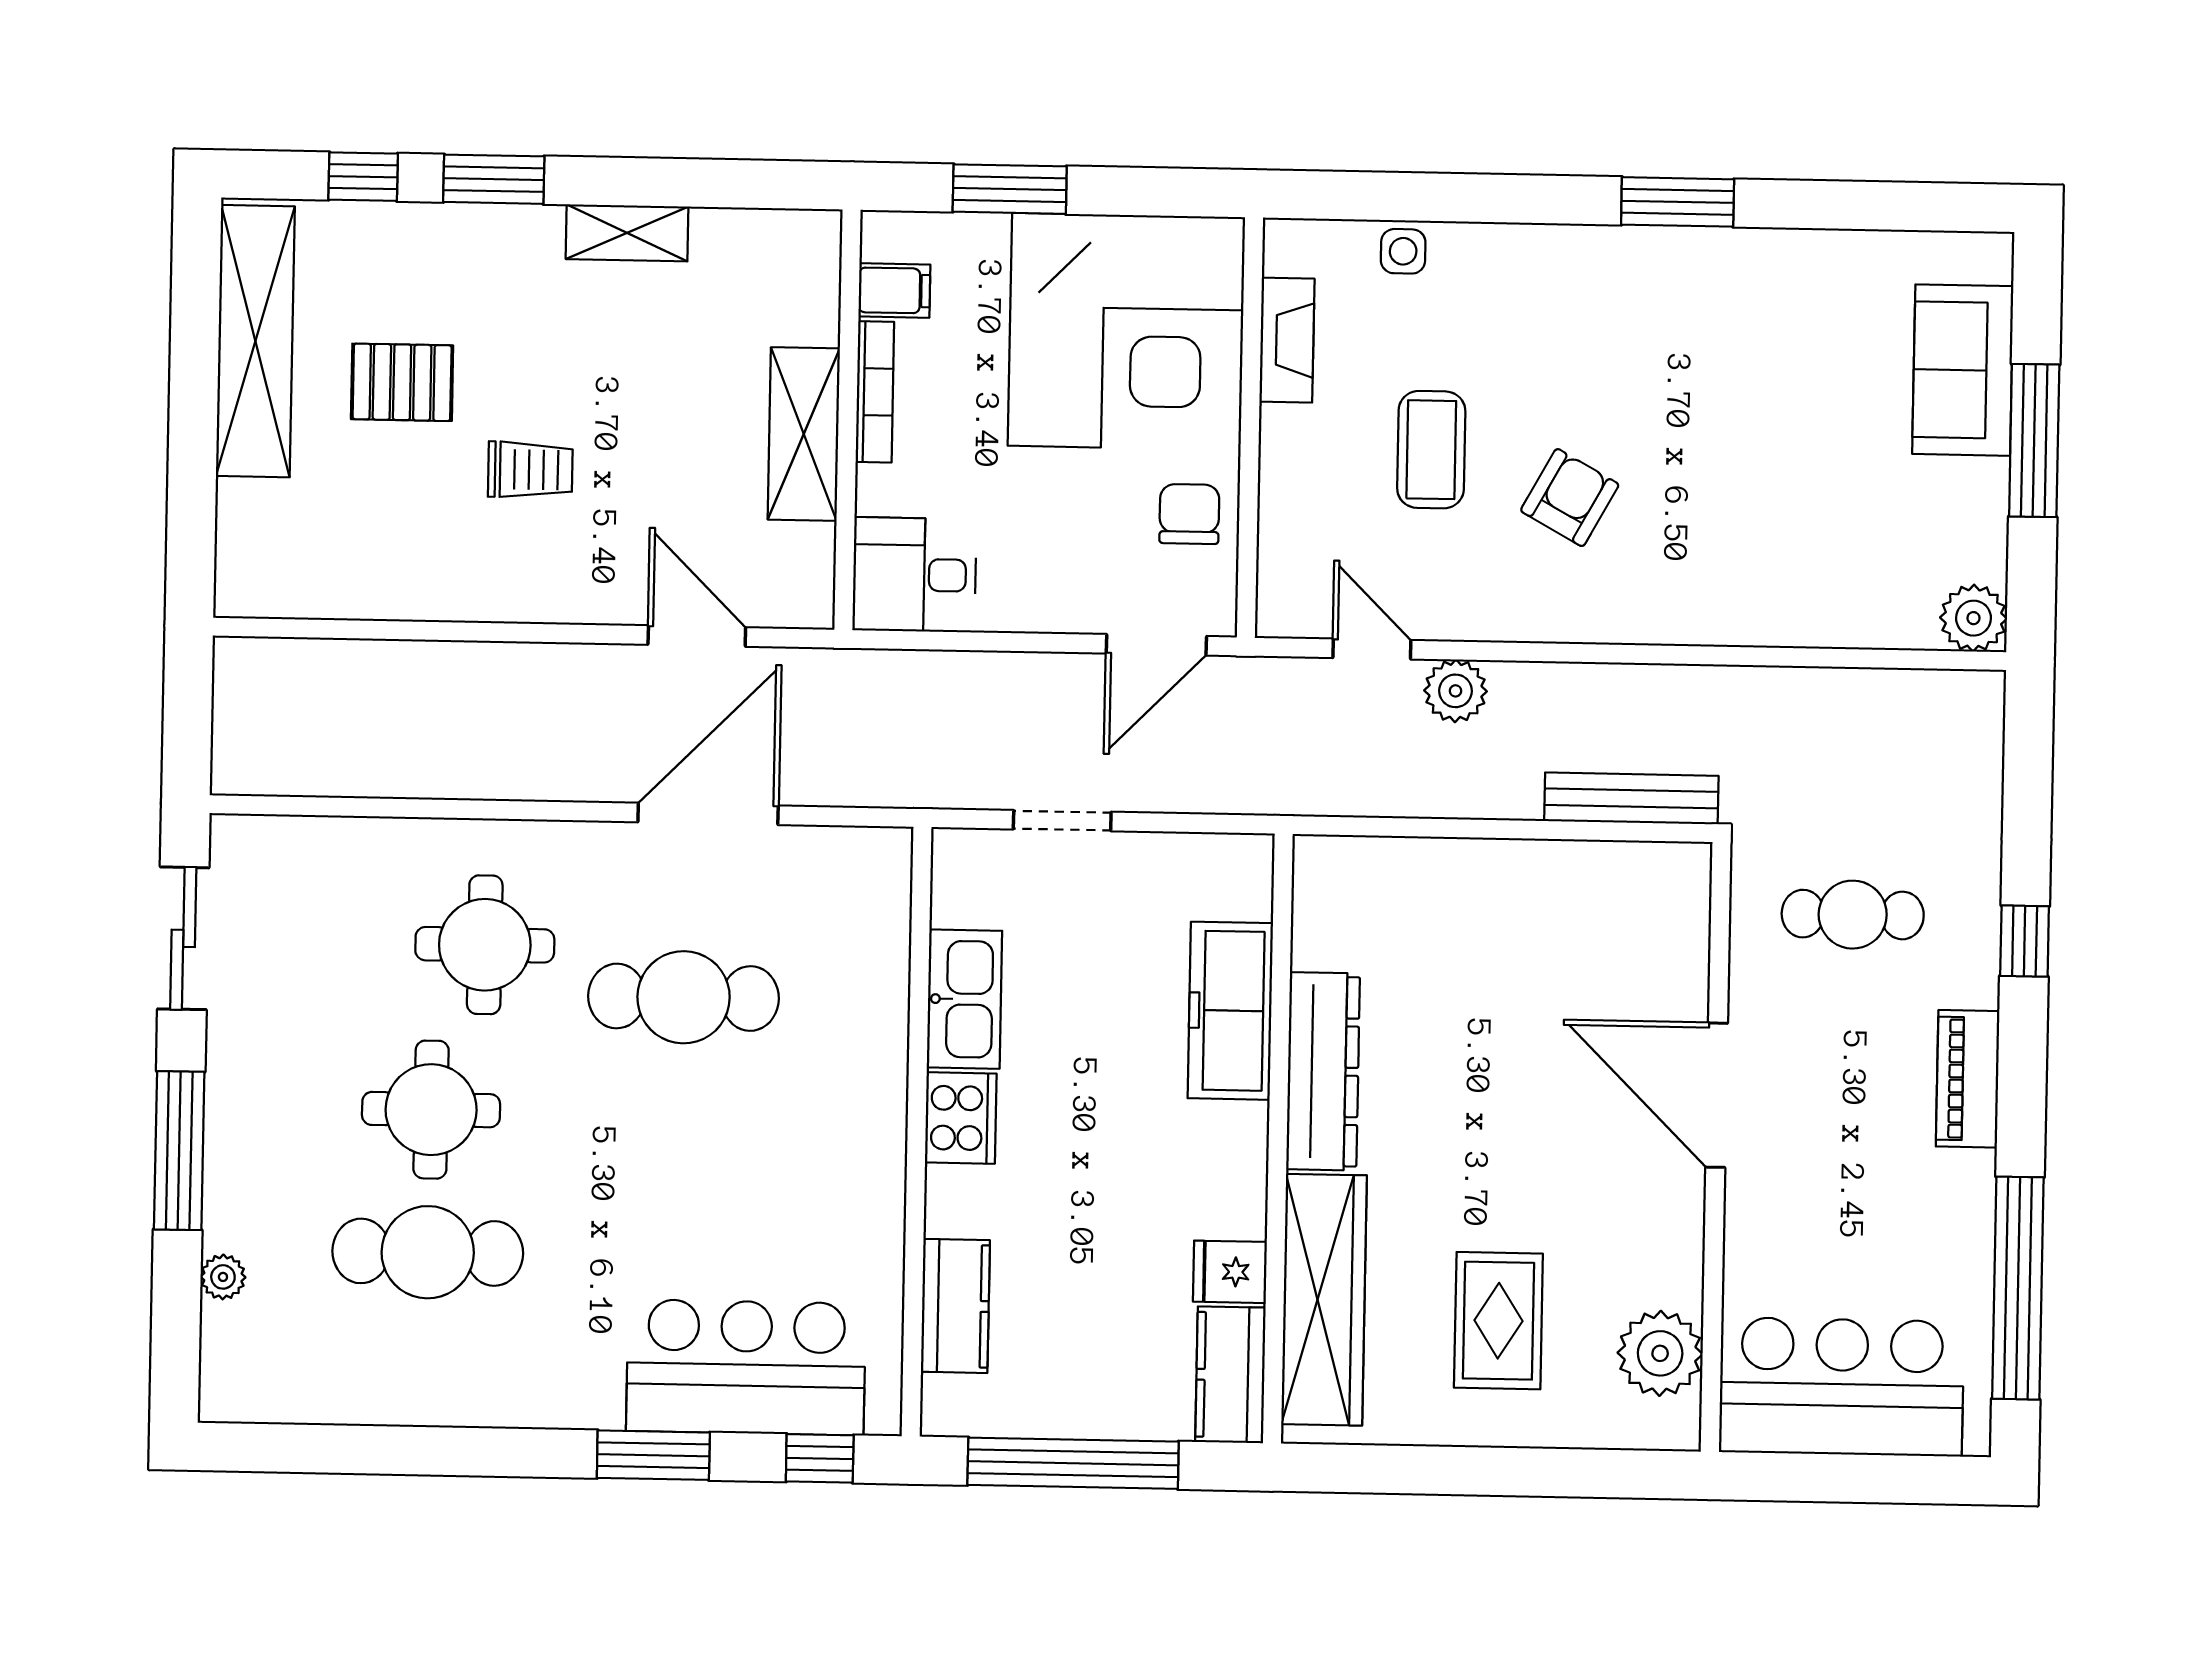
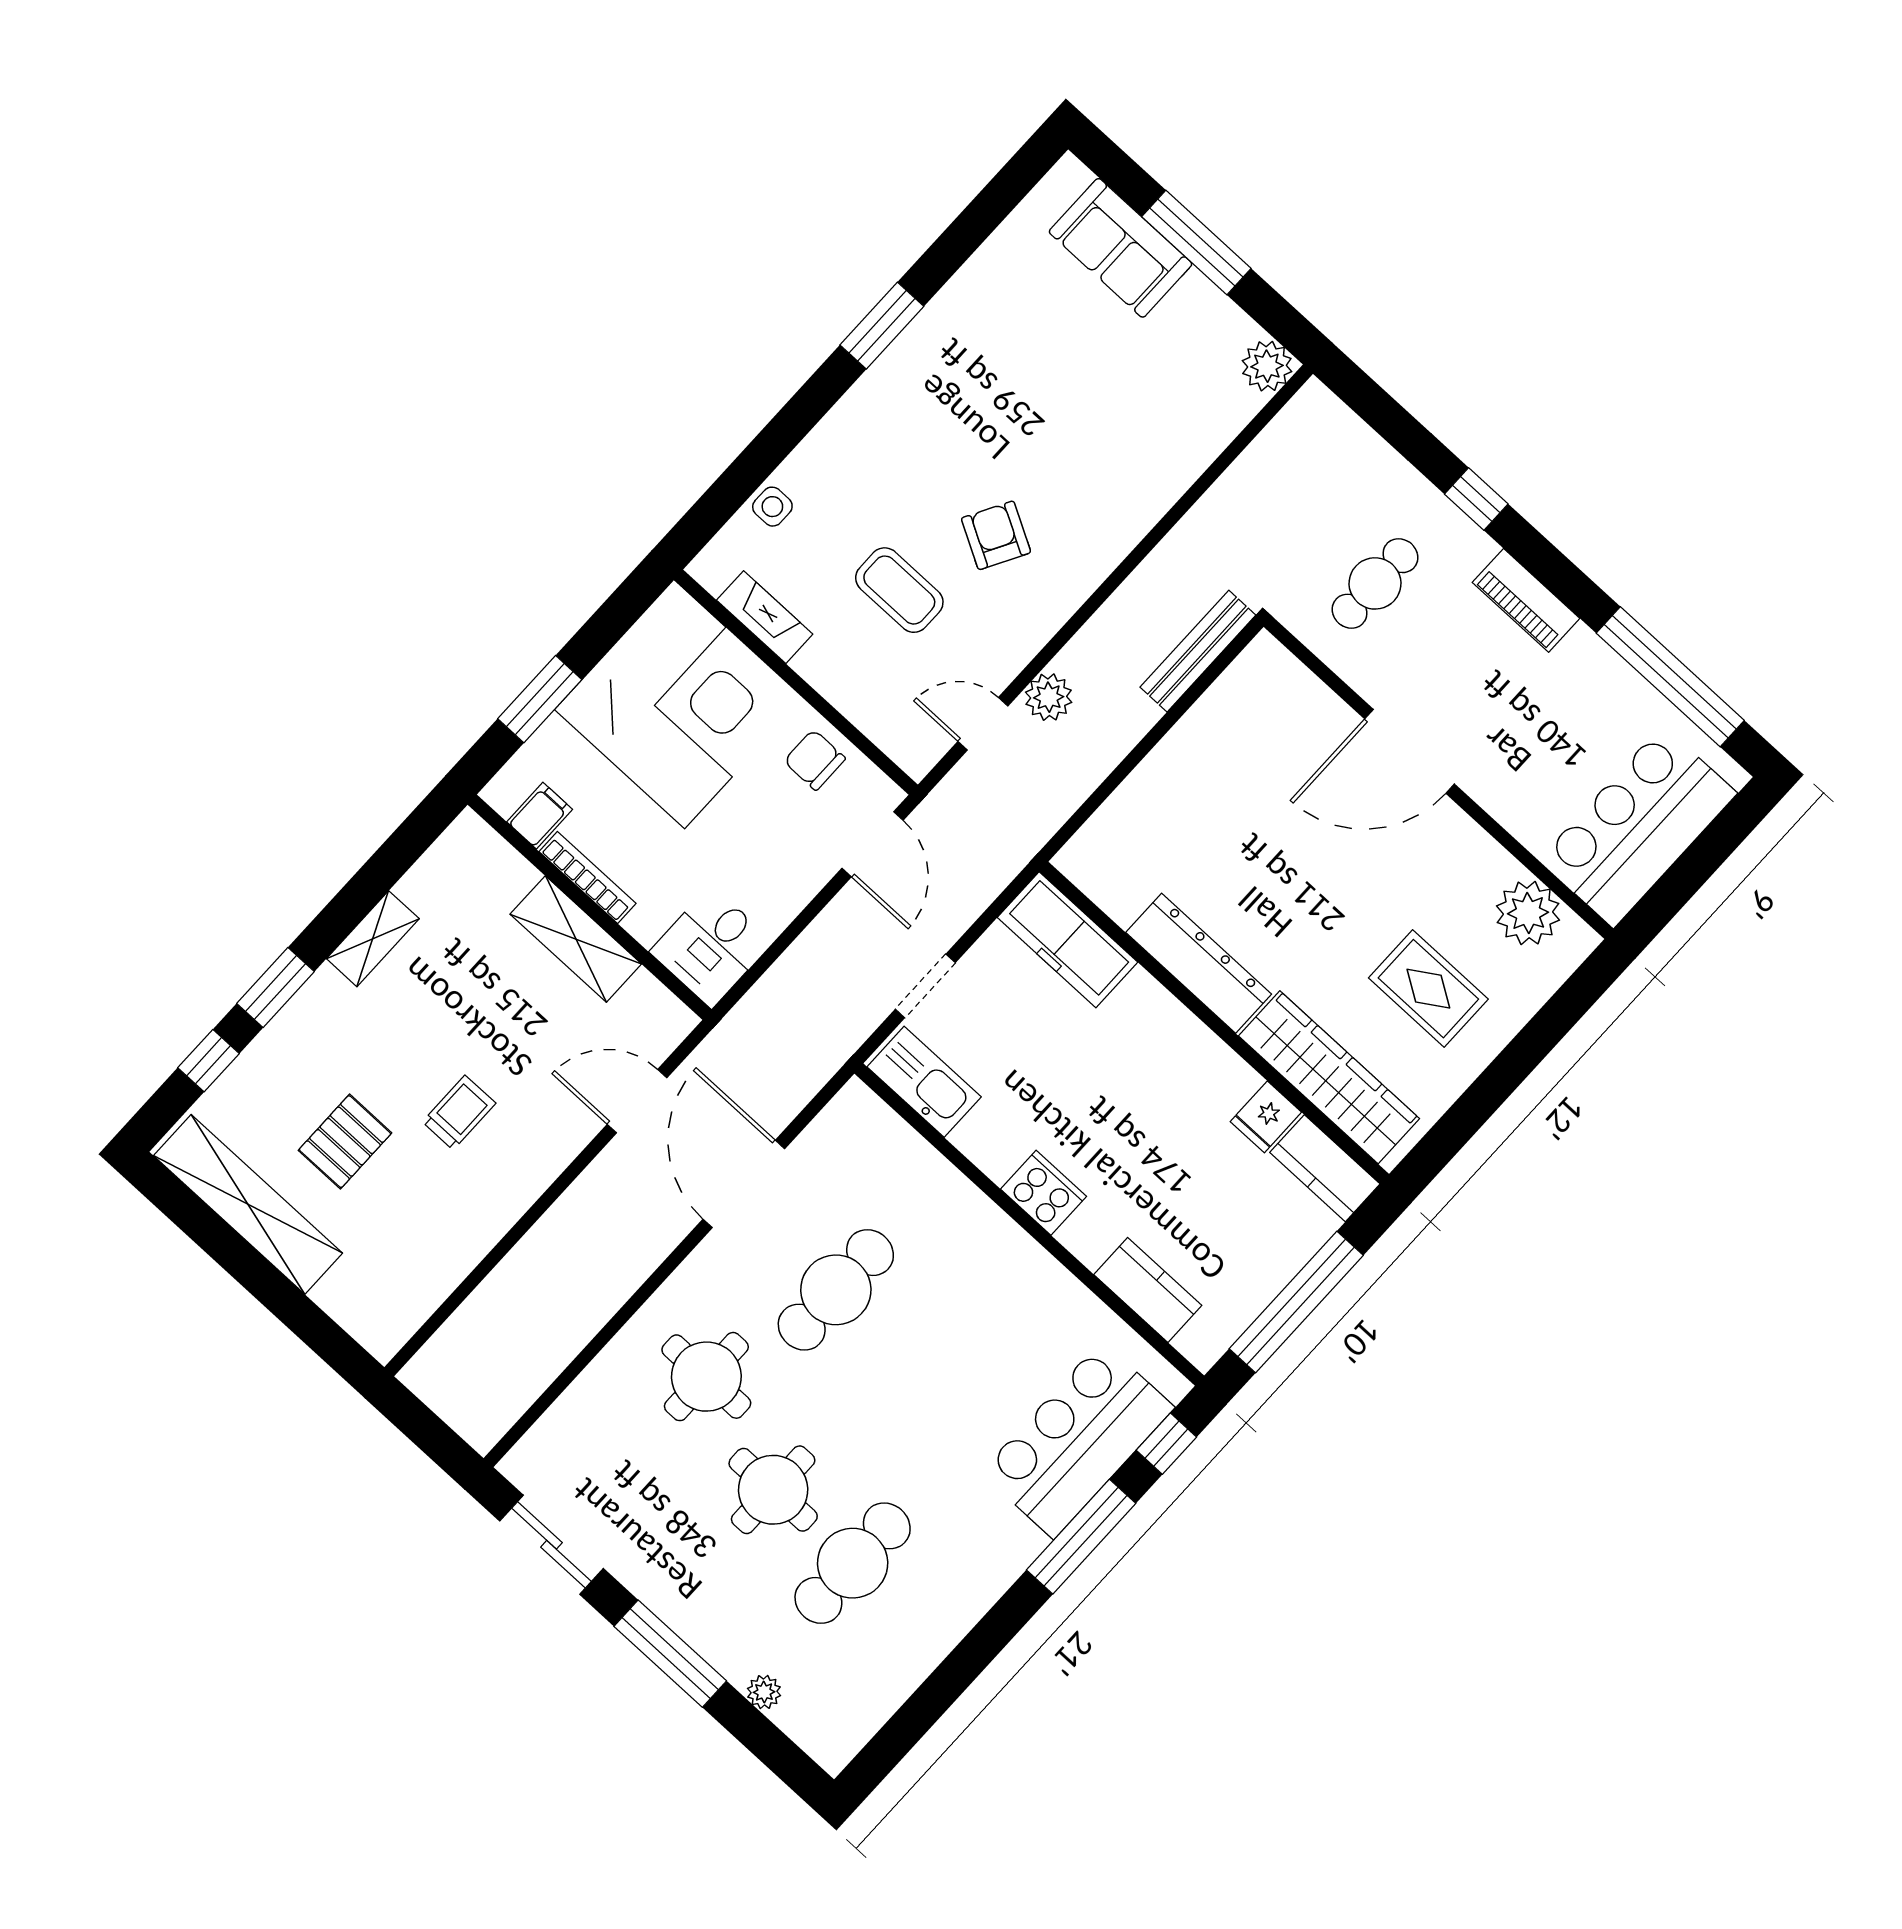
kitchen sink: (964, 999) -> (924, 1082), moved
freezer: (1230, 1011) -> (1068, 940), moved
window: (653, 1455) -> (1081, 1537), width x1.44

